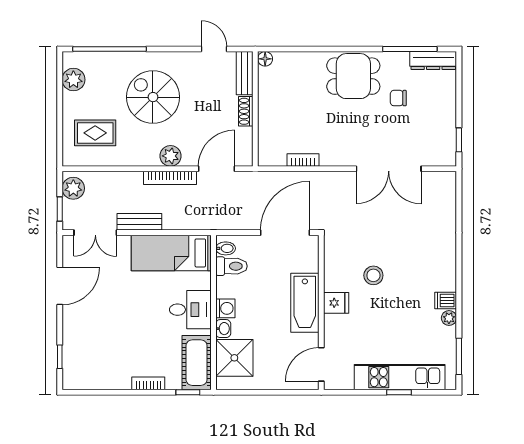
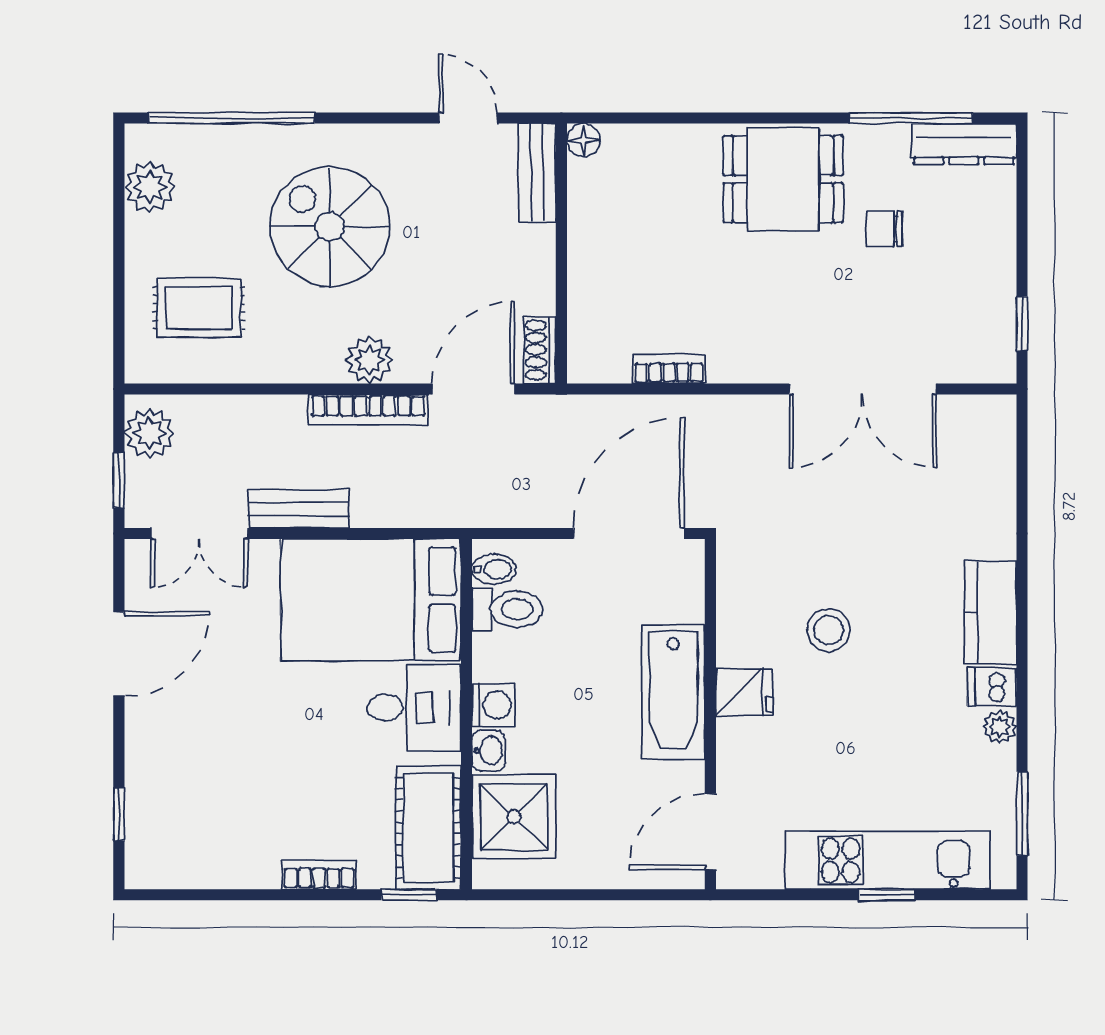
shoe rack: (246, 111) -> (540, 350), moved
bed: (171, 253) -> (371, 600), width x1.50
kitchen counter: (445, 268) -> (991, 613), added

